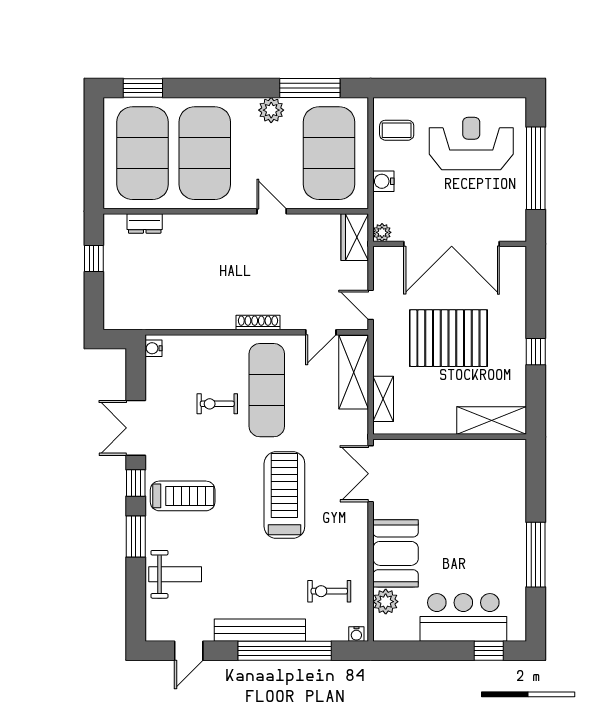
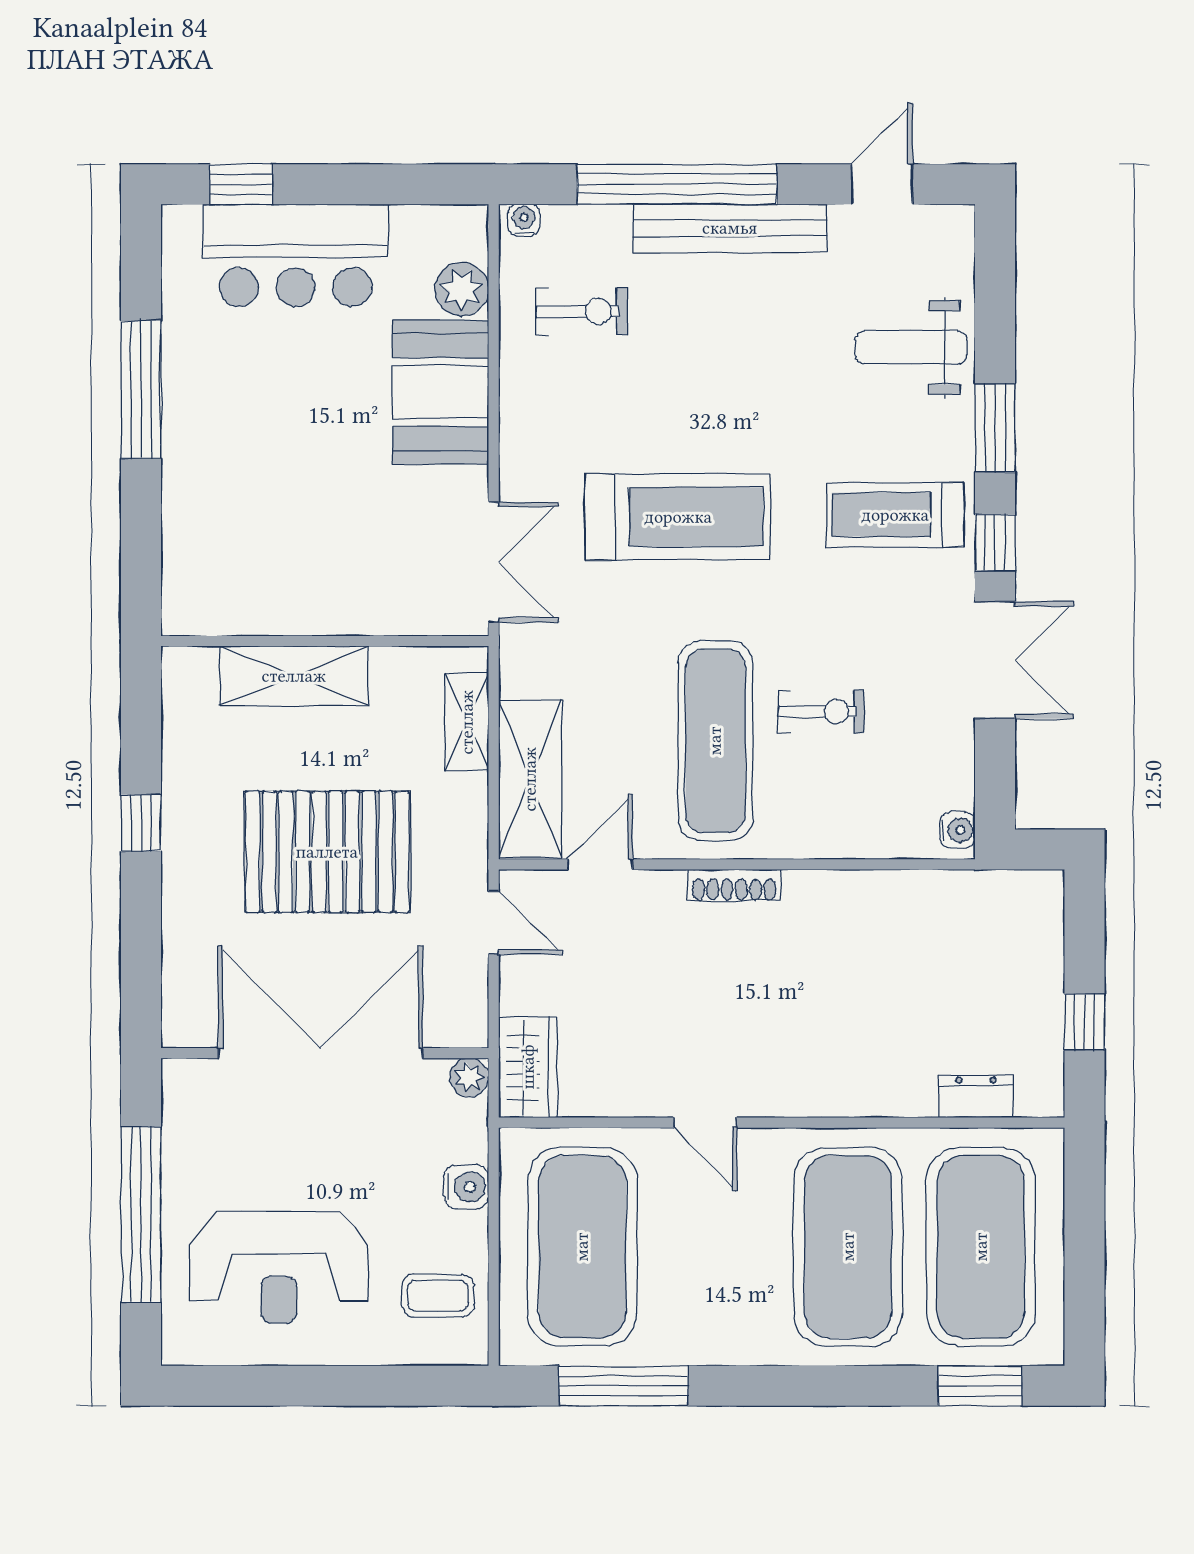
plant: (271, 110) -> (706, 1339), removed
shelving: (492, 421) -> (294, 676), moved
treadmill: (284, 495) -> (678, 517), turned -90

